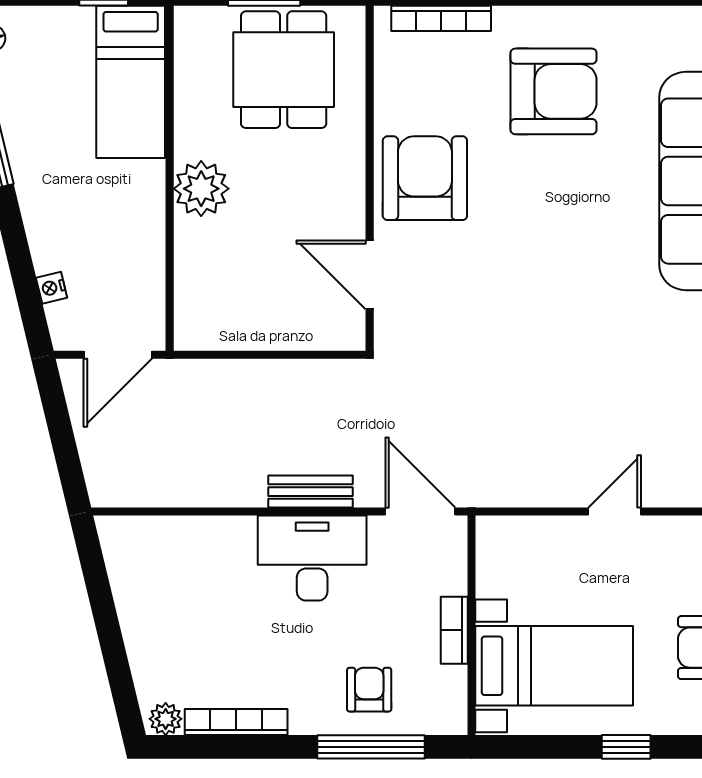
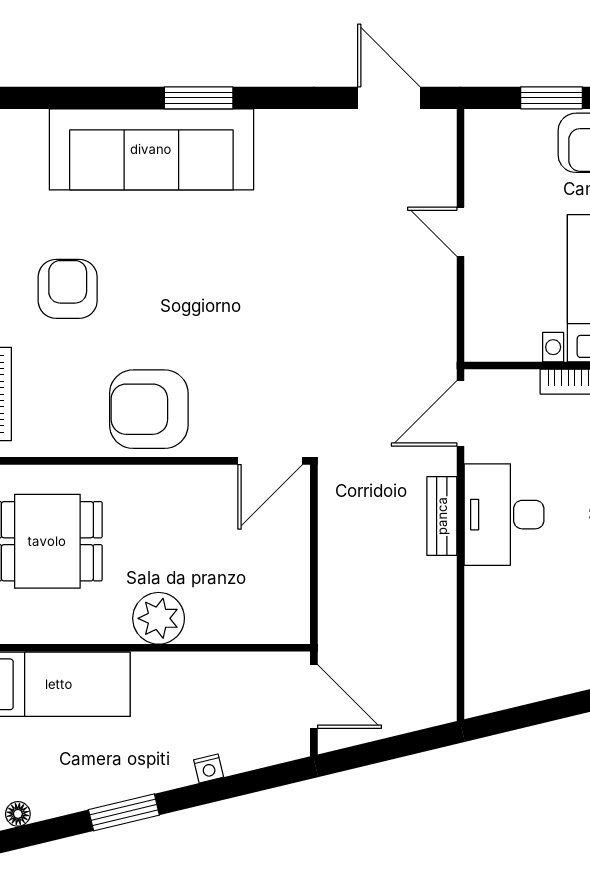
armchair: (554, 91) -> (68, 289), width x0.73, depth x0.73
door: (370, 275) -> (270, 461), moved
nightstand: (52, 288) -> (209, 768), moved

